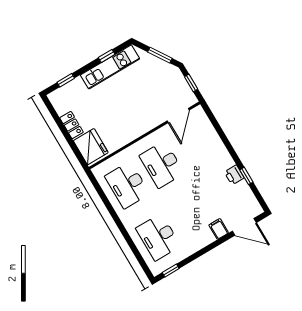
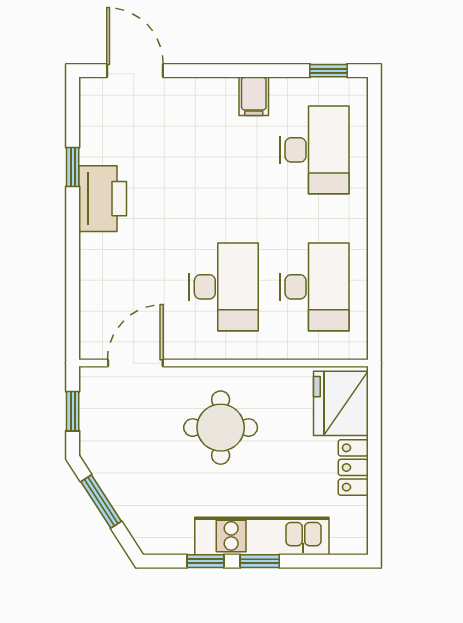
kitchen unit: (110, 67) -> (262, 536), moved
window: (66, 80) -> (260, 561), moved
round table: (131, 110) -> (221, 428), added
printer: (234, 175) -> (103, 199), width x1.87, depth x1.48
filing cabinet: (219, 229) -> (254, 96), moved

